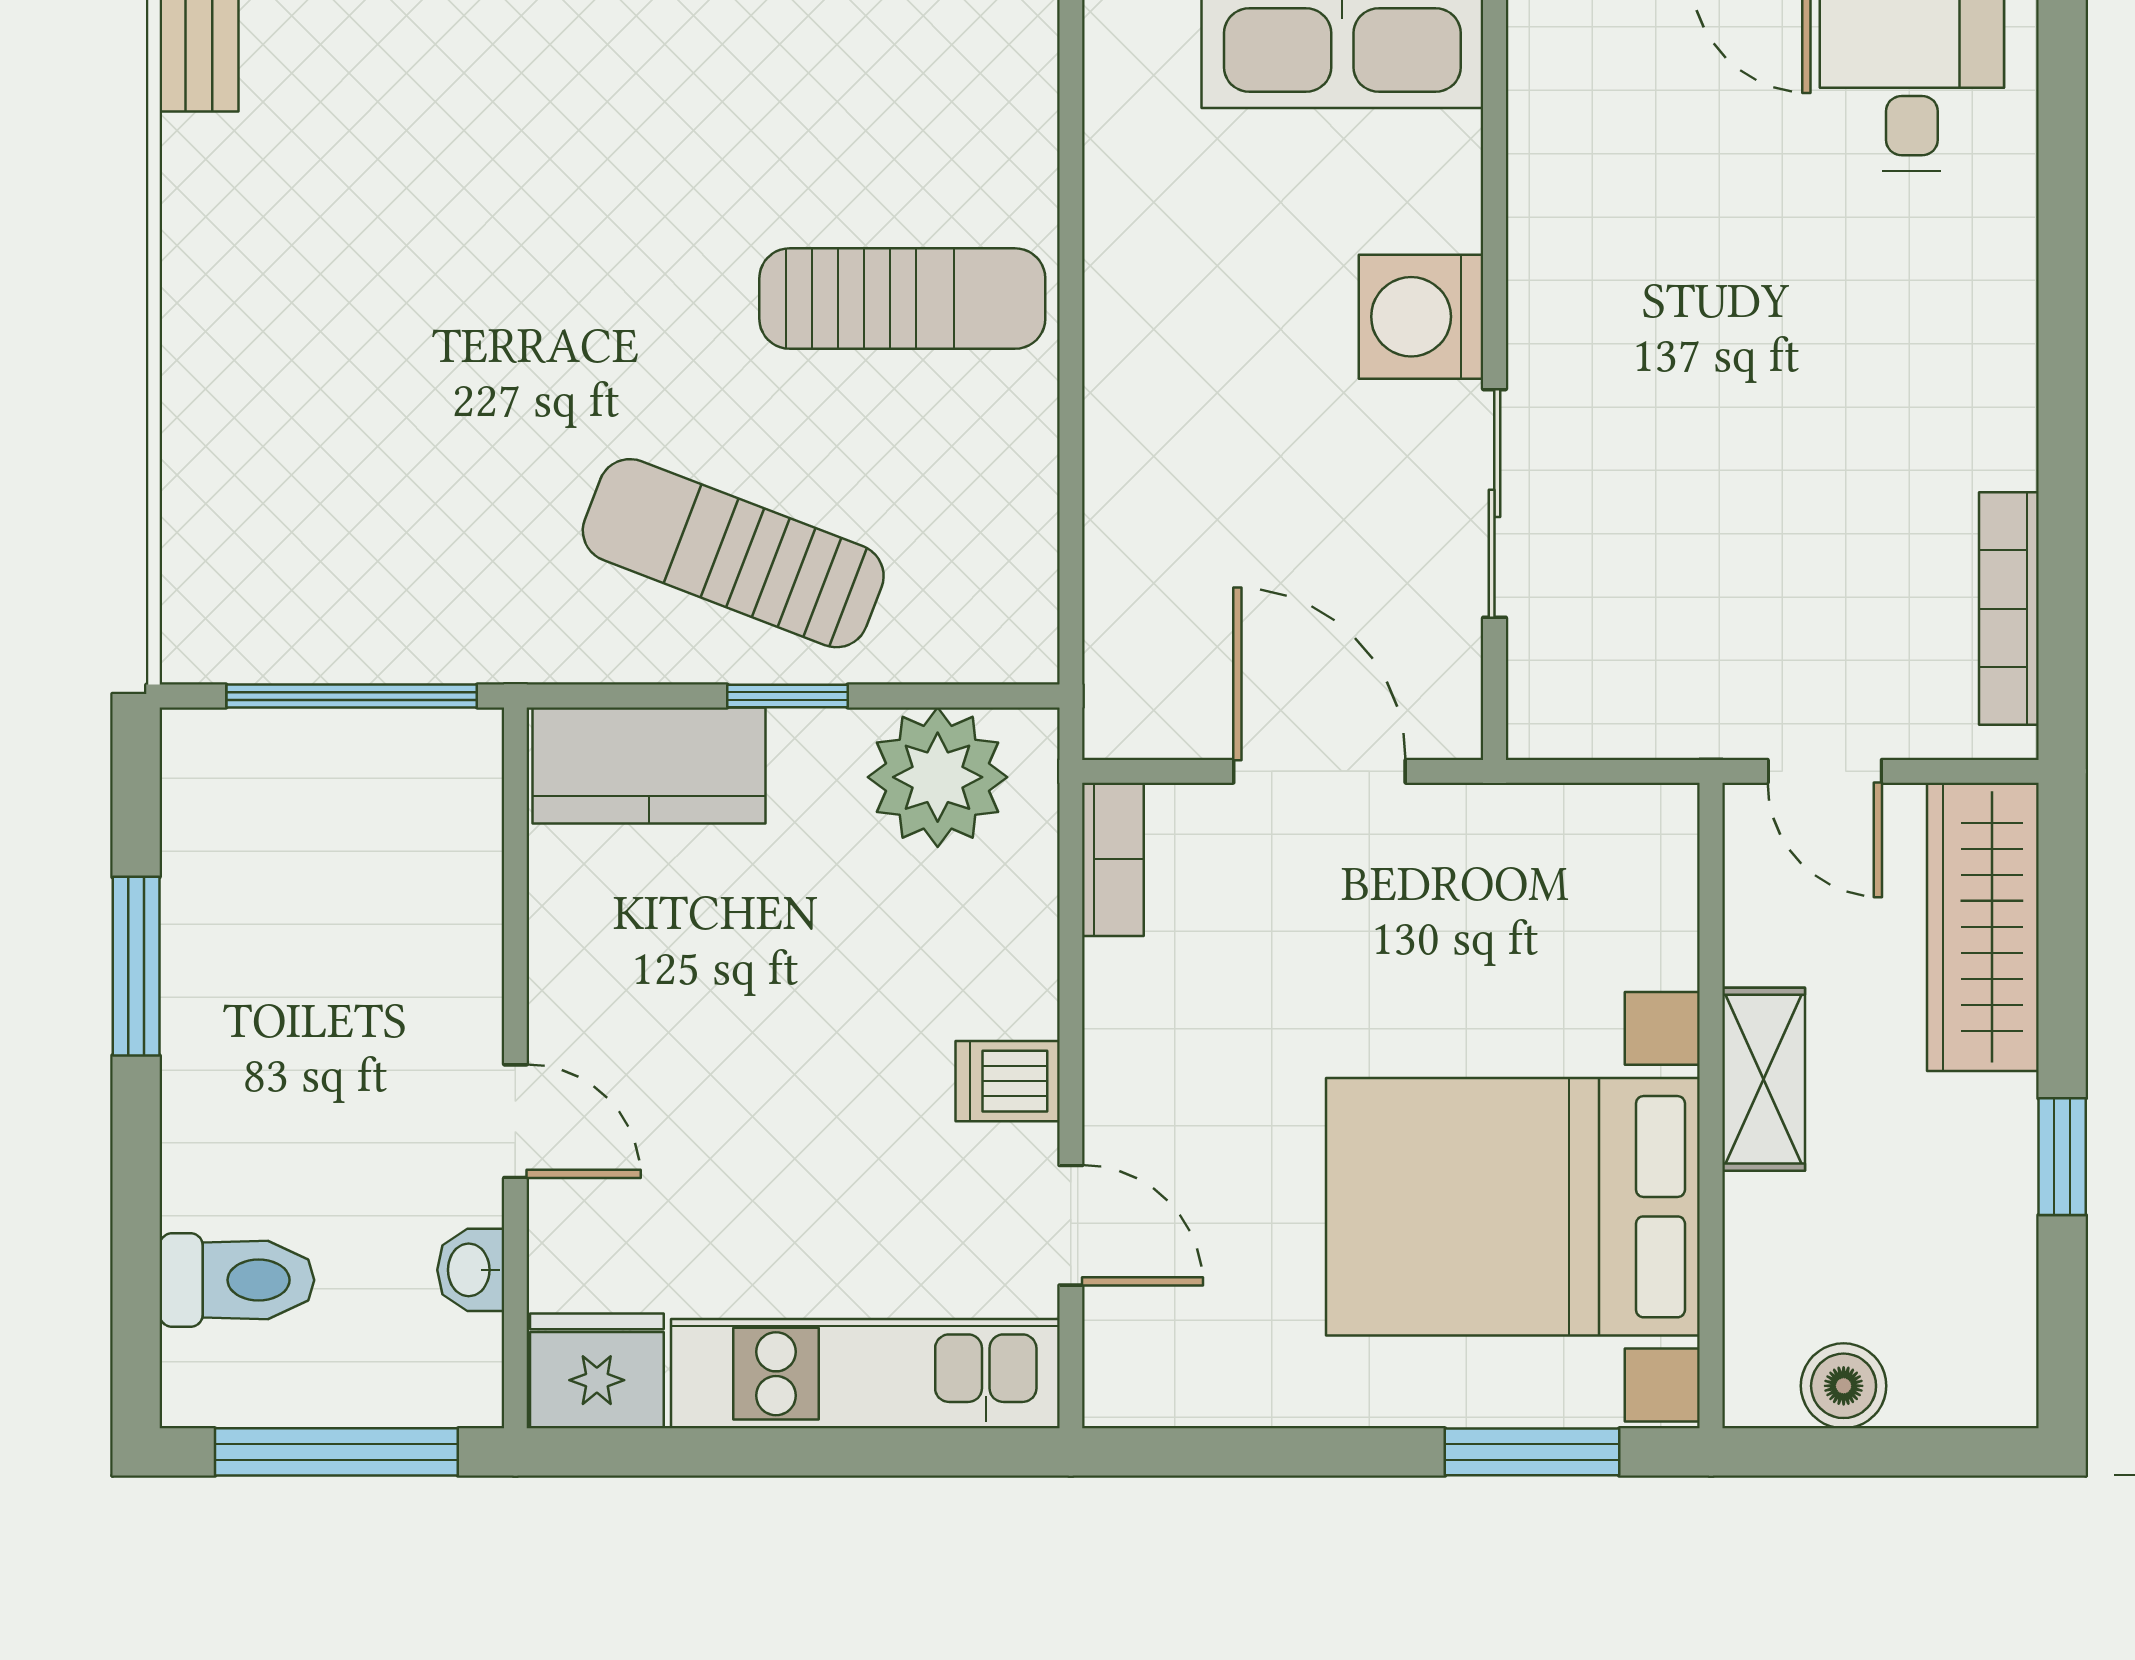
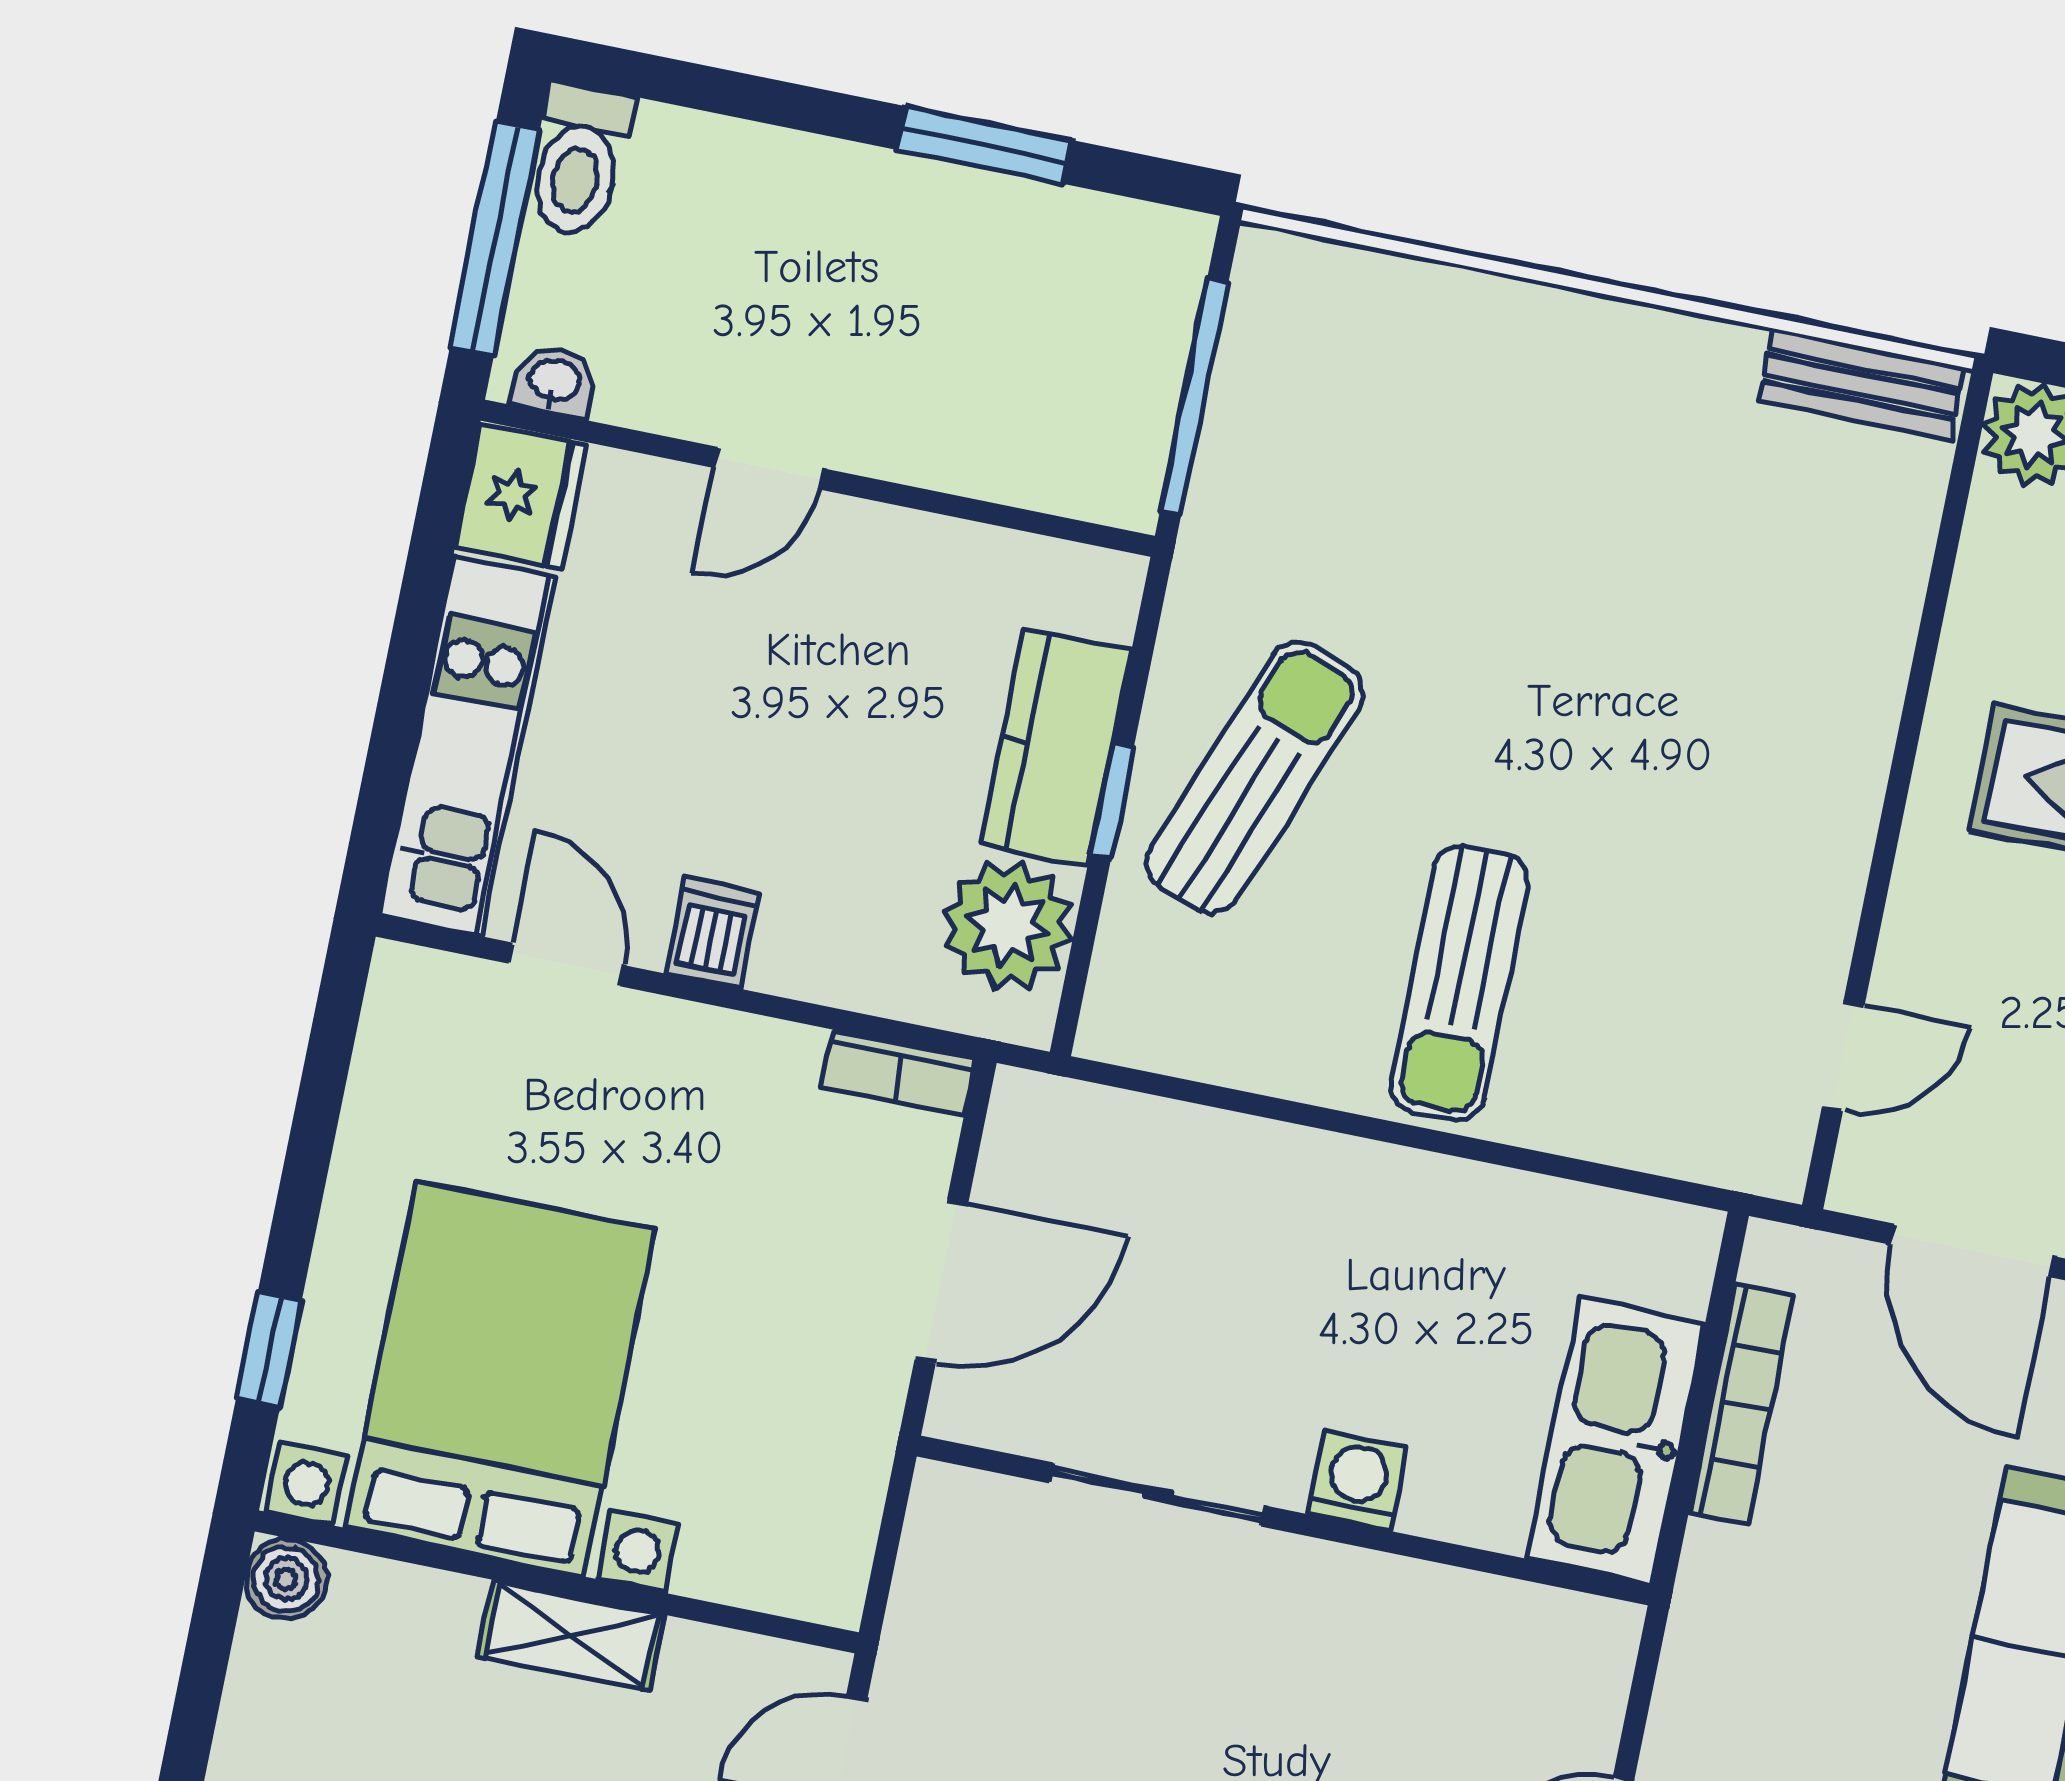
washing machine: (1421, 317) -> (1357, 1481), width x0.73, depth x0.73
kitchen counter: (649, 765) -> (1056, 747), moved
door: (1071, 1225) -> (567, 965), swing flipped
washbasin: (471, 1270) -> (554, 381), moved
toilet: (237, 1280) -> (579, 160), moved
boiler: (1844, 1386) -> (286, 1579), moved
window: (1532, 1452) -> (269, 1350), width x0.67

